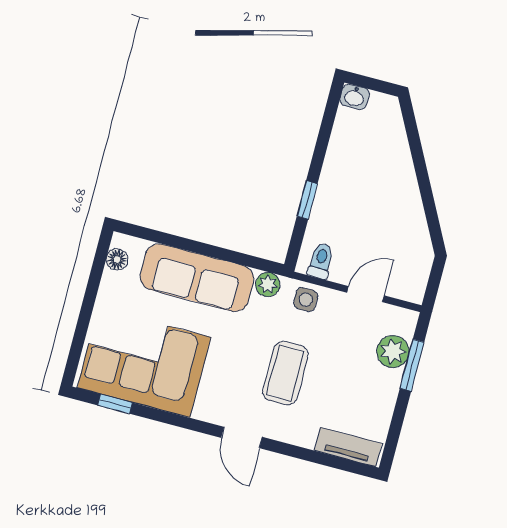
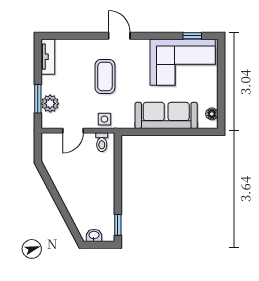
washbasin: (355, 97) -> (94, 235), moved
window: (307, 200) -> (118, 225), moved
plant: (268, 284) -> (127, 122), removed
tv unit: (348, 447) -> (48, 57), moved, turned -90

